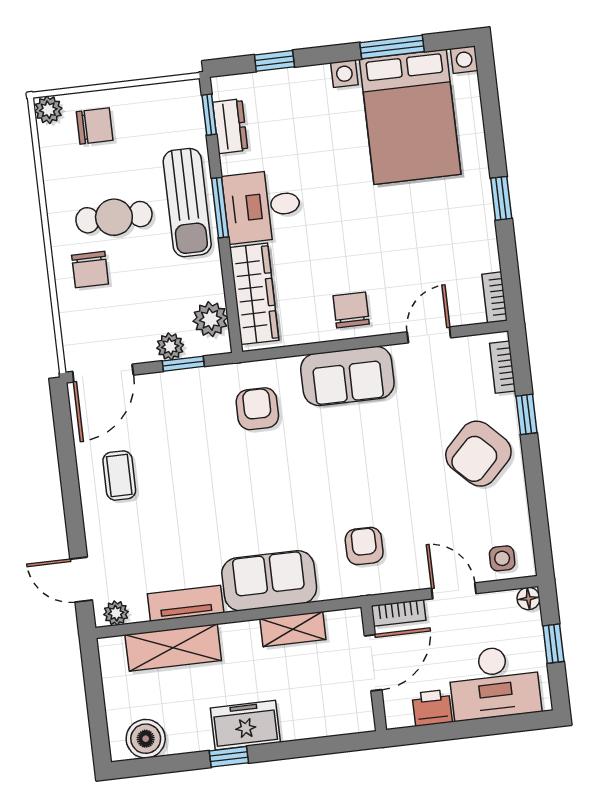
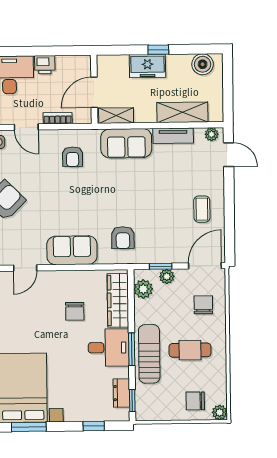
chair: (90, 270) -> (203, 305), moved
chair: (351, 310) -> (75, 311), moved
door: (373, 663) -> (94, 92), moved
wall: (374, 668) -> (94, 89), moved

